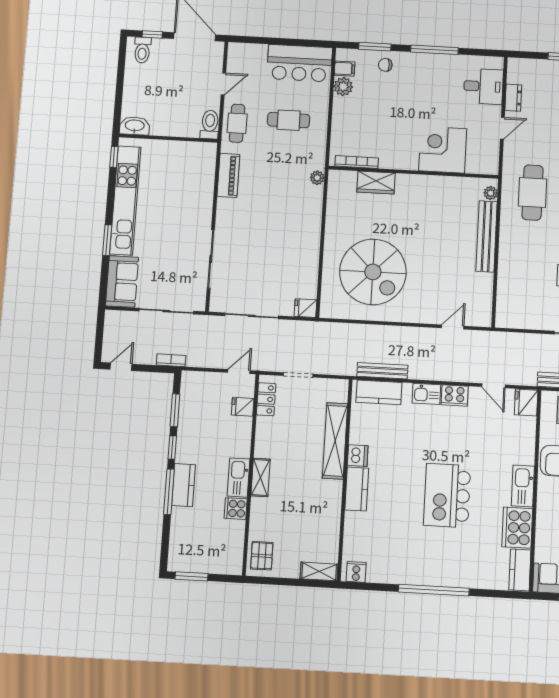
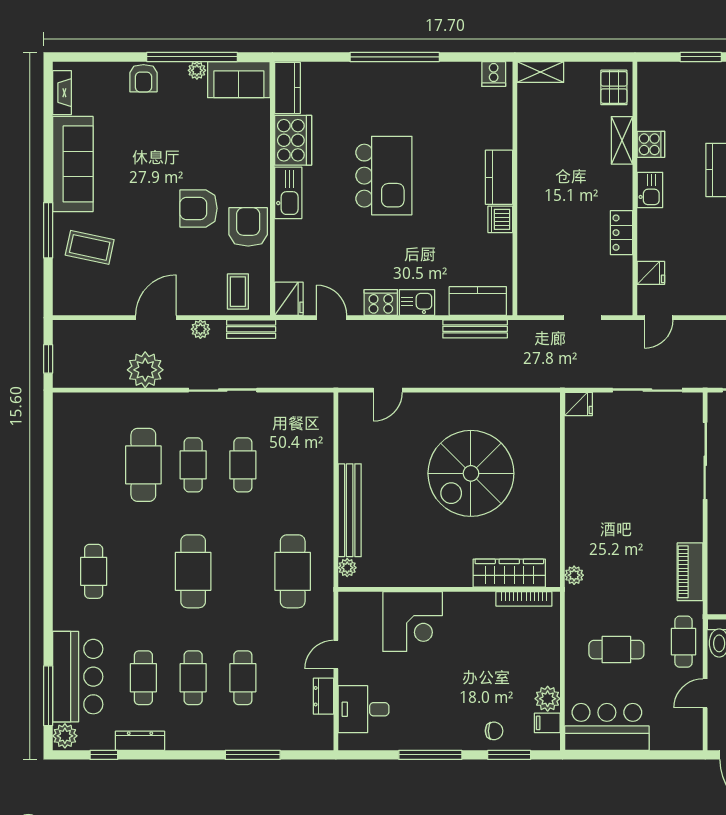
wardrobe: (376, 182) -> (509, 573), width x1.50
spiral stairs: (373, 272) -> (471, 473), moved, turned -90
locker: (266, 399) -> (622, 233), moved
shelving: (335, 441) -> (530, 236), removed
kitchen sink: (239, 477) -> (650, 190), width x0.73
shelving: (261, 477) -> (622, 140), moved

